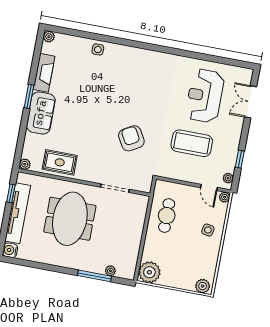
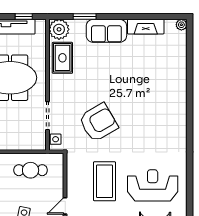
side table: (98, 49) -> (56, 139), moved
window: (29, 96) -> (85, 16), moved
armchair: (131, 138) -> (98, 122), width x1.36, depth x1.36
plant: (25, 164) -> (59, 29), width x1.87, depth x1.87

